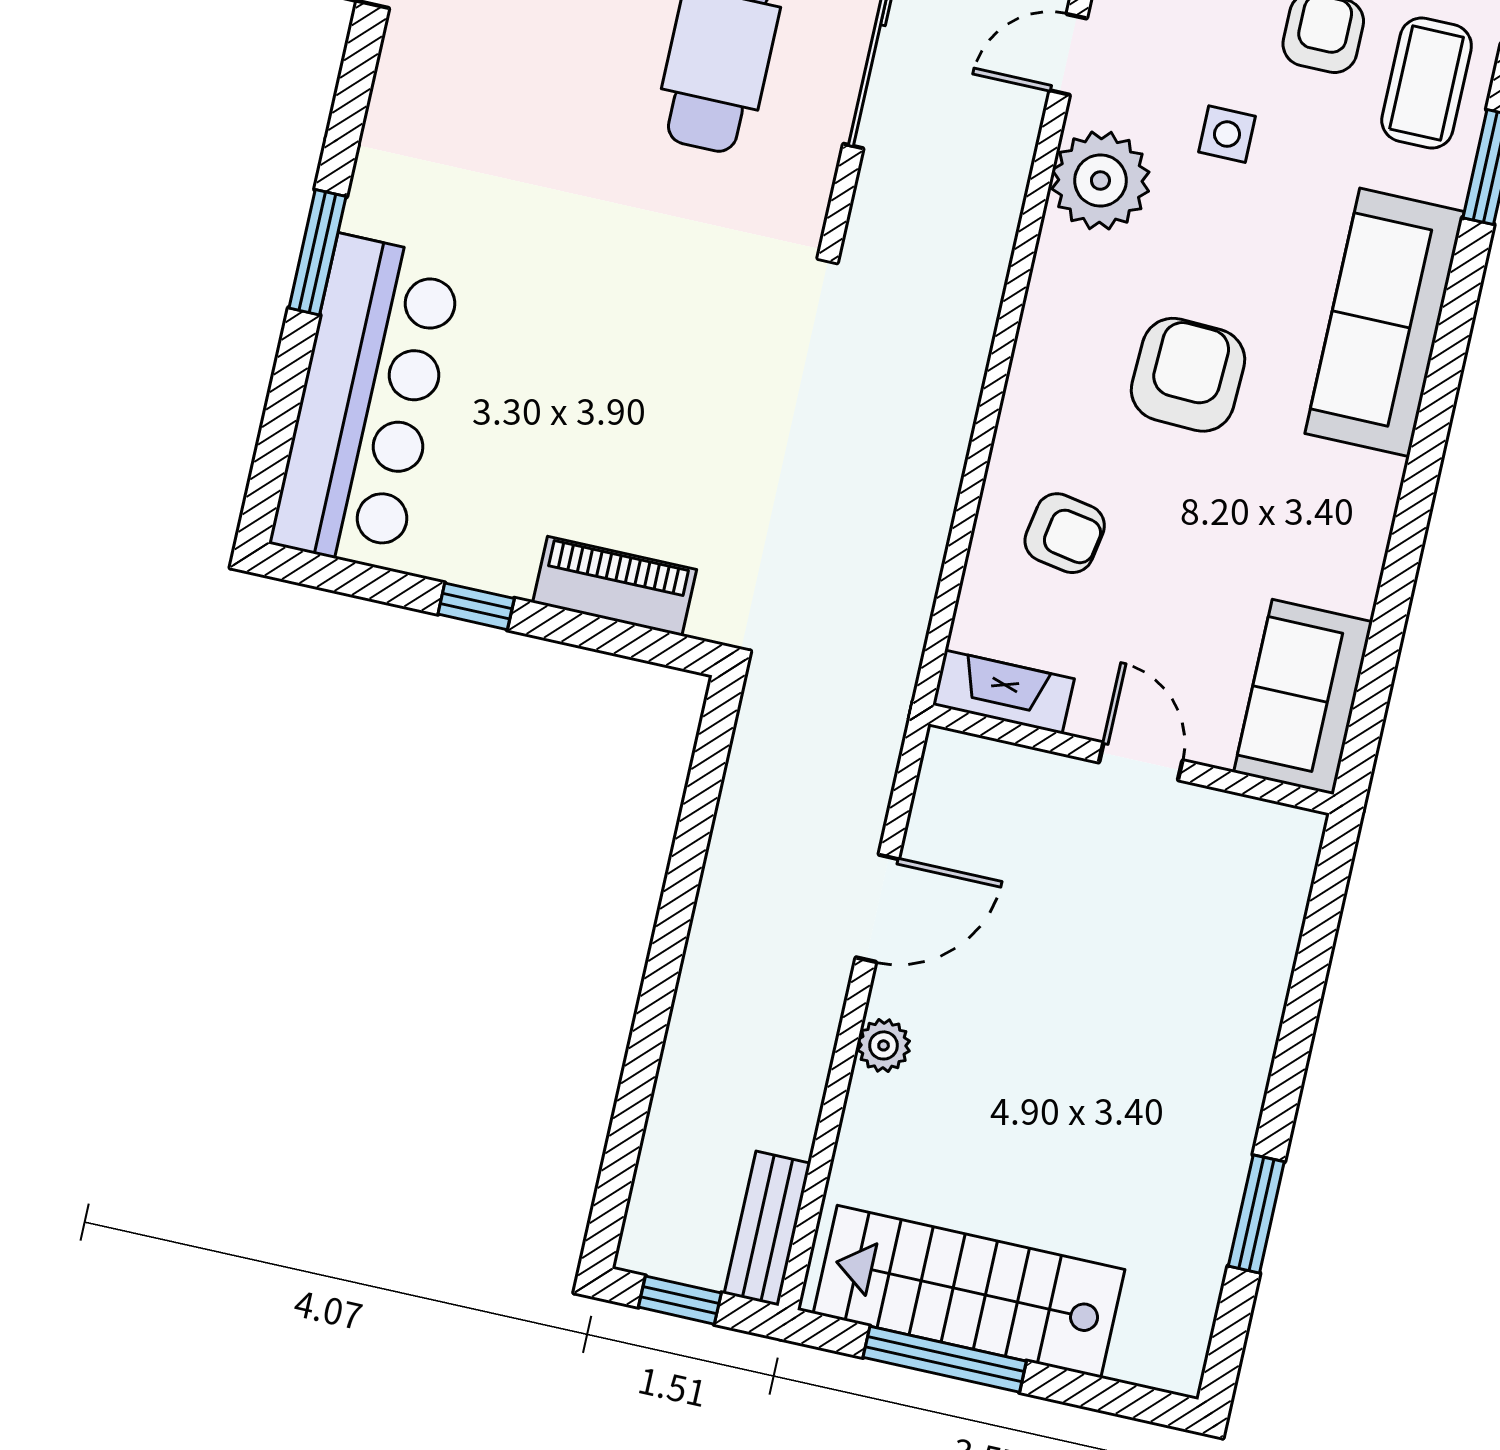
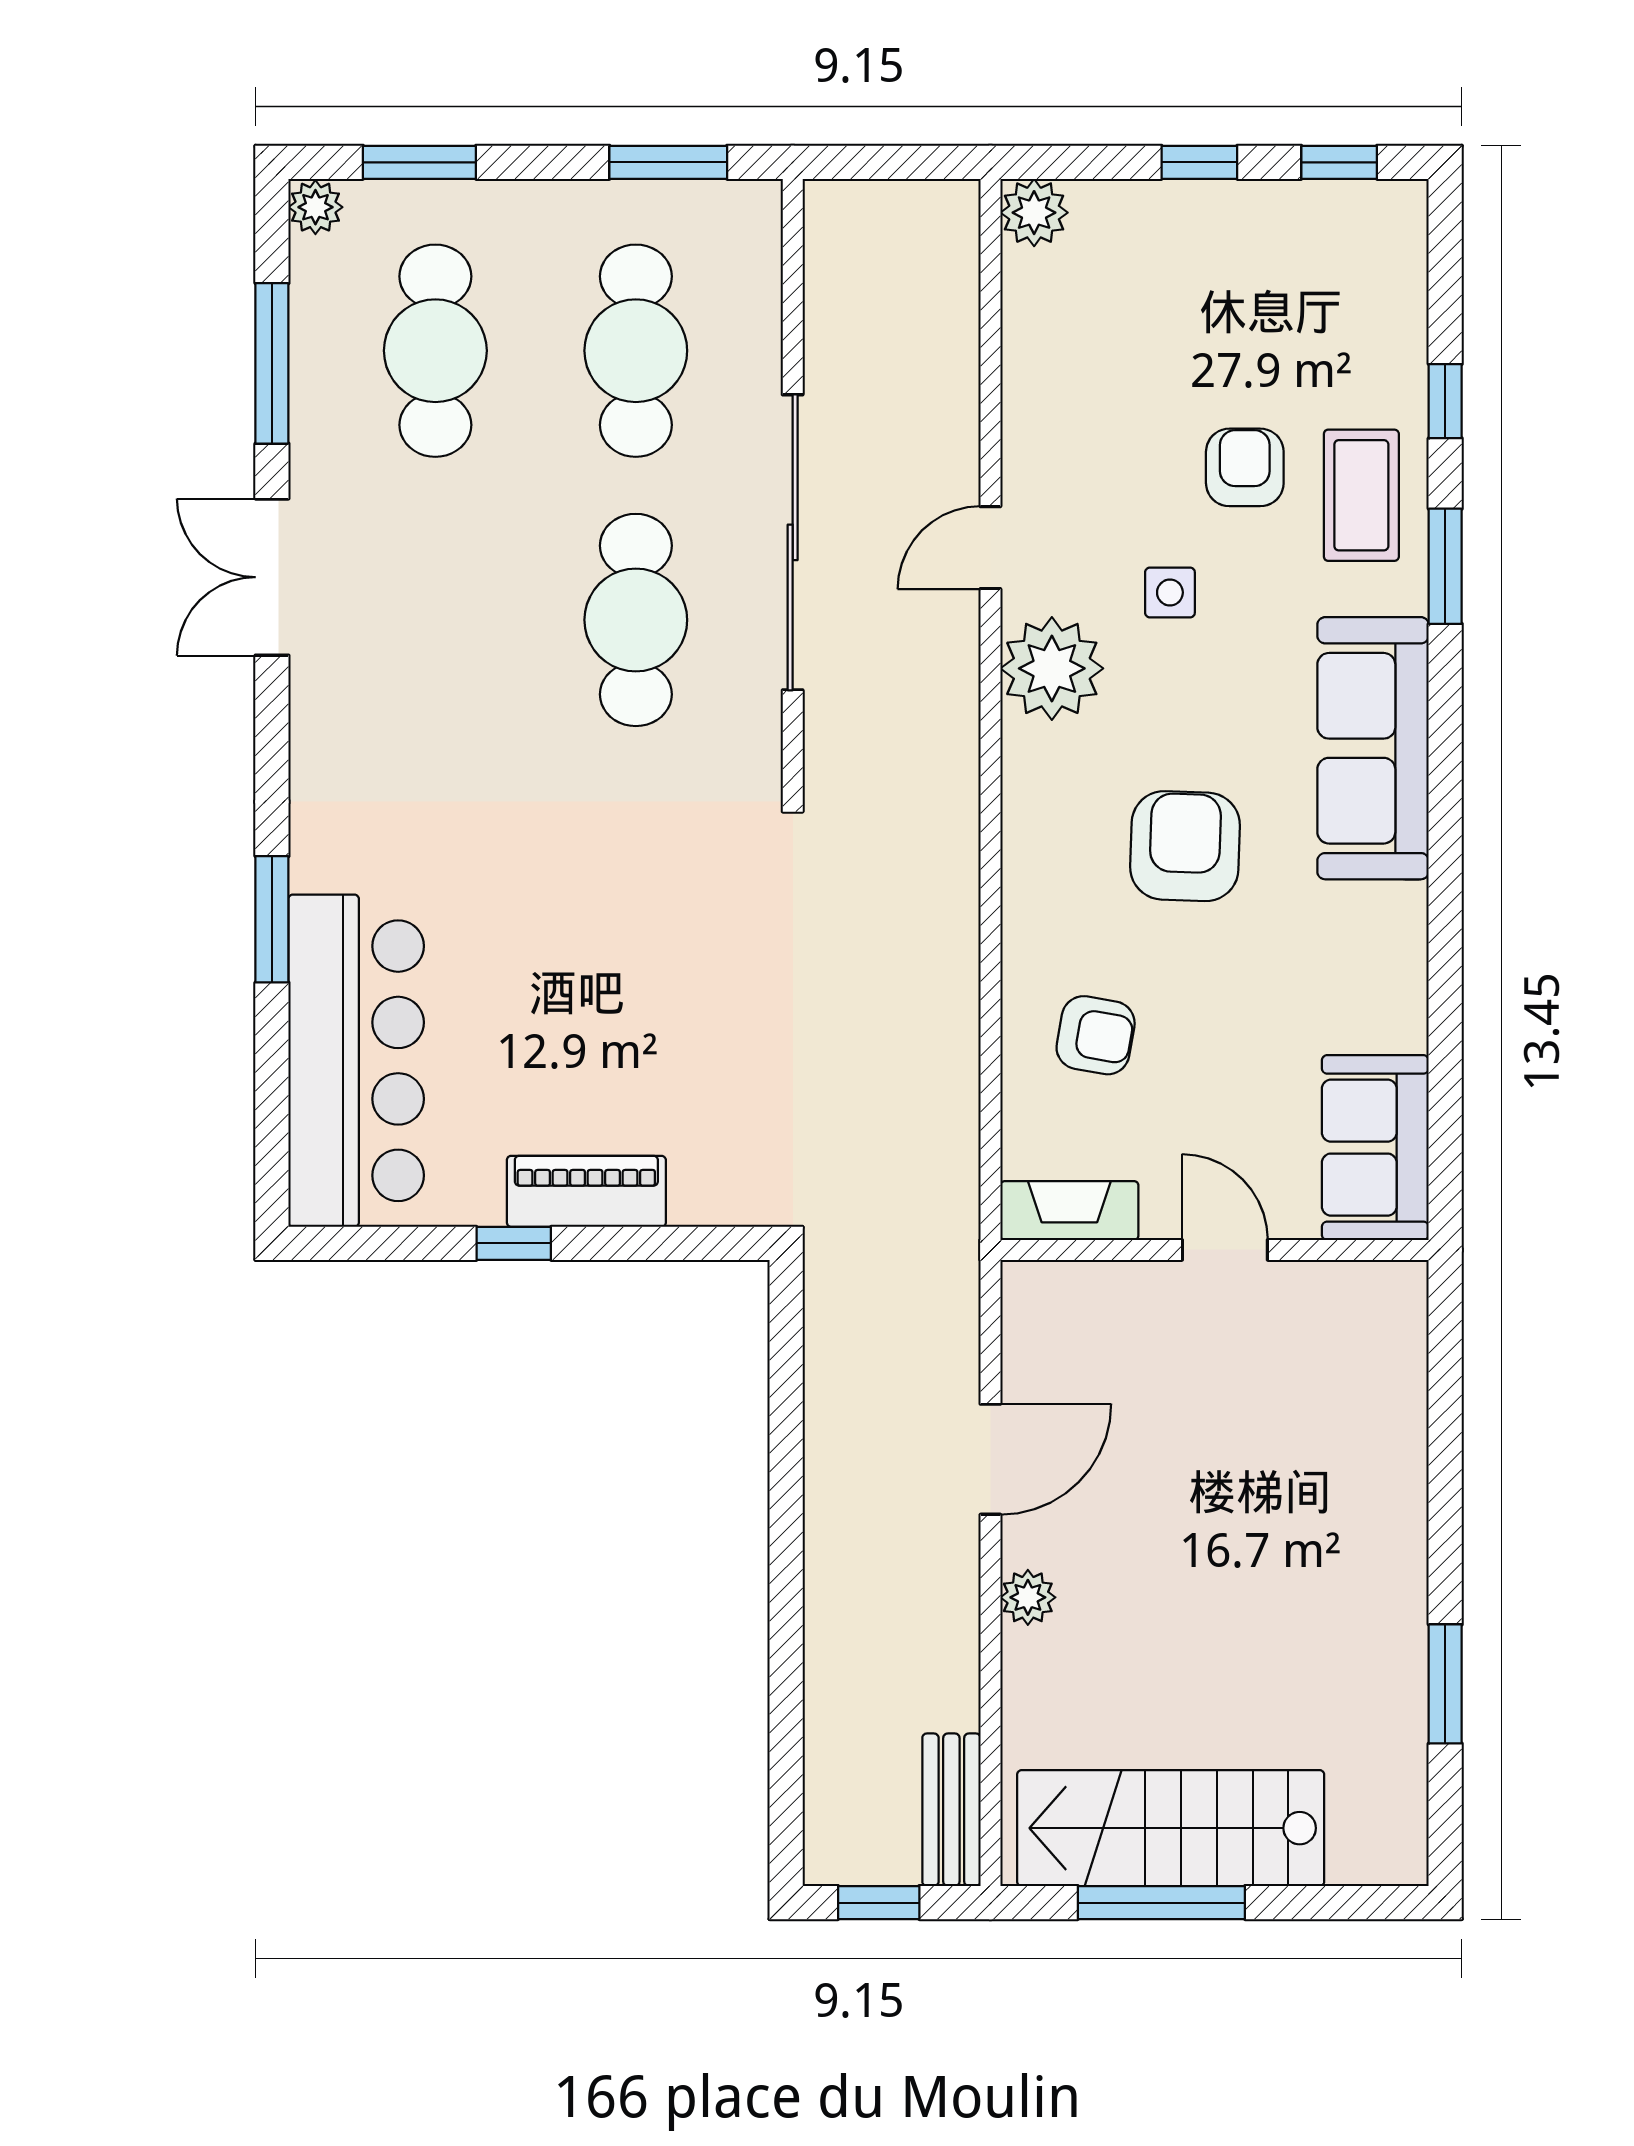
piano: (615, 586) -> (586, 1191), moved

